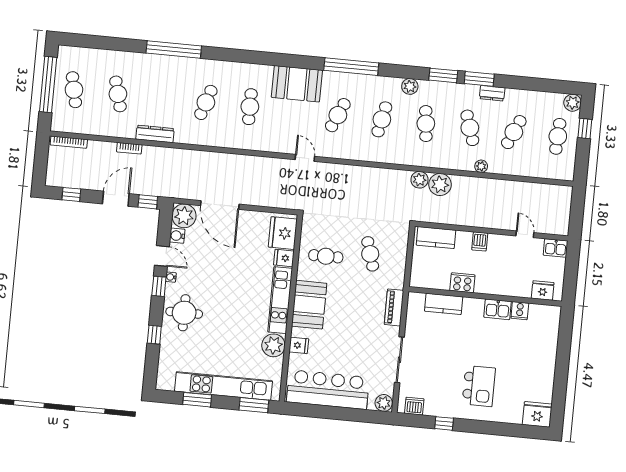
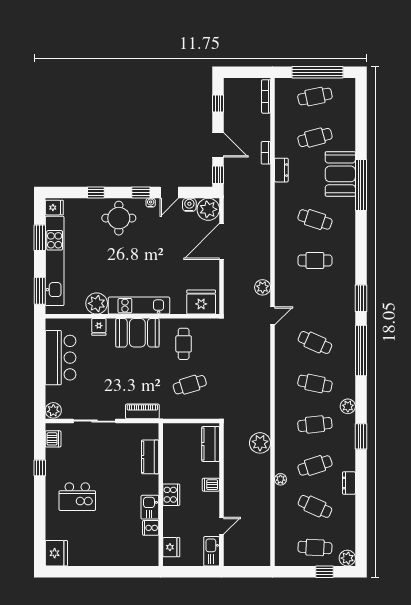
window: (479, 79) -> (361, 298), moved
booth: (297, 84) -> (340, 174), moved
dresser: (155, 134) -> (281, 170), width x0.70
plant: (420, 180) -> (263, 287), moved
kitchen sink: (556, 248) -> (212, 551), width x1.38
fridge: (284, 258) -> (54, 208), moved, turned 90
cooker: (462, 283) -> (171, 495), moved
bar counter: (328, 390) -> (61, 358), width x0.73

